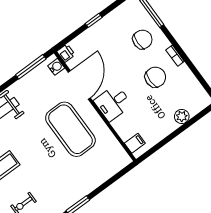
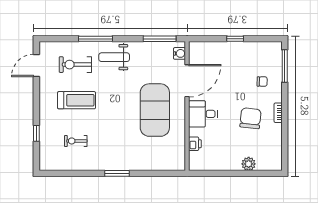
chair: (142, 39) -> (262, 82), width x0.54, depth x0.54
printer: (66, 53) -> (195, 144), moved
chair: (155, 77) -> (251, 118), turned -84
filing cabinet: (135, 143) -> (197, 158), removed

